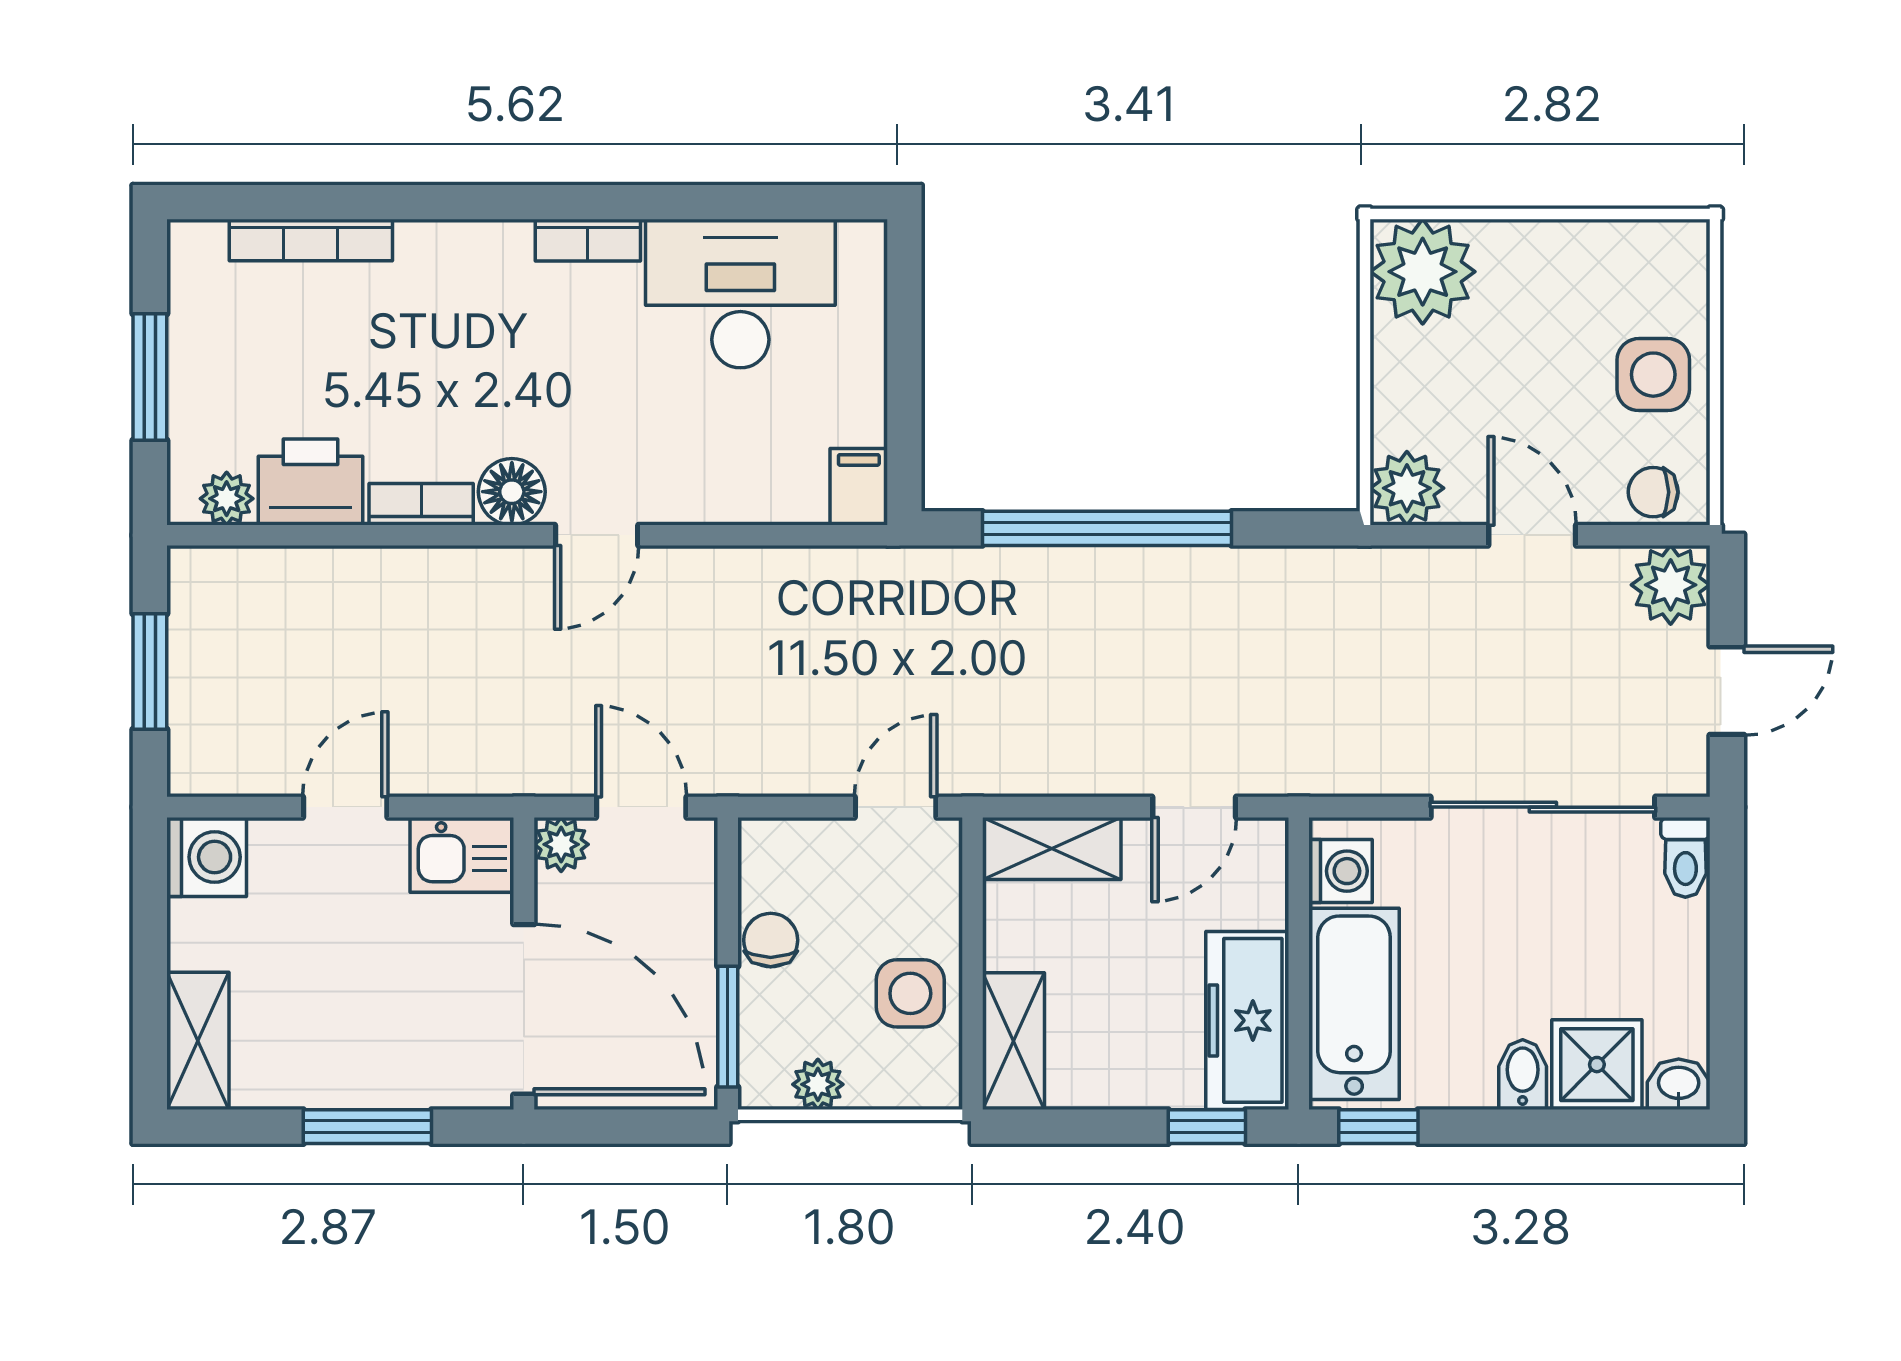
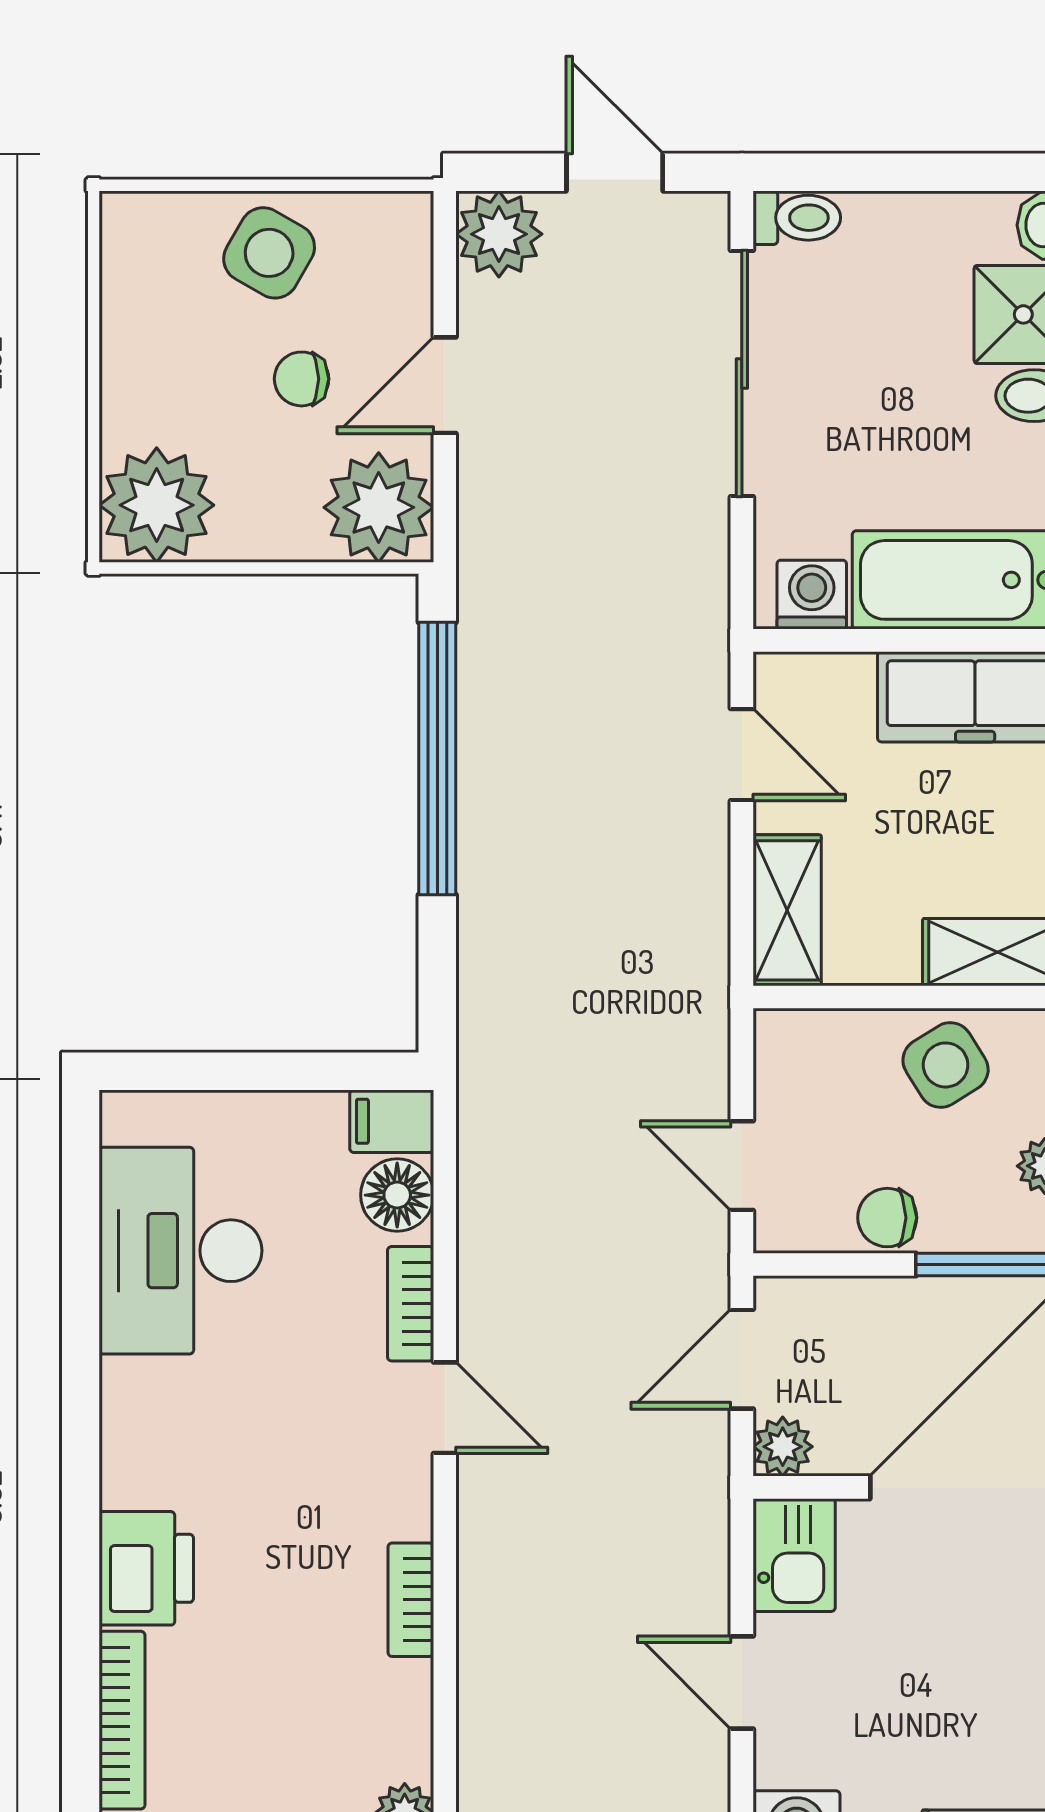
bookcase: (588, 240) -> (411, 1304), moved, turned 180
side table: (1653, 375) -> (269, 253), turned 30
printer: (311, 482) -> (146, 1568), moved, turned 180
plant: (1407, 488) -> (379, 507), width x1.36, depth x1.36
floor lamp: (512, 492) -> (397, 1195), moved
chair: (1653, 492) -> (302, 379), moved, turned 90
window: (1107, 528) -> (437, 758), moved
door: (896, 807) -> (742, 1166), moved
side table: (910, 993) -> (946, 1065), turned -32

